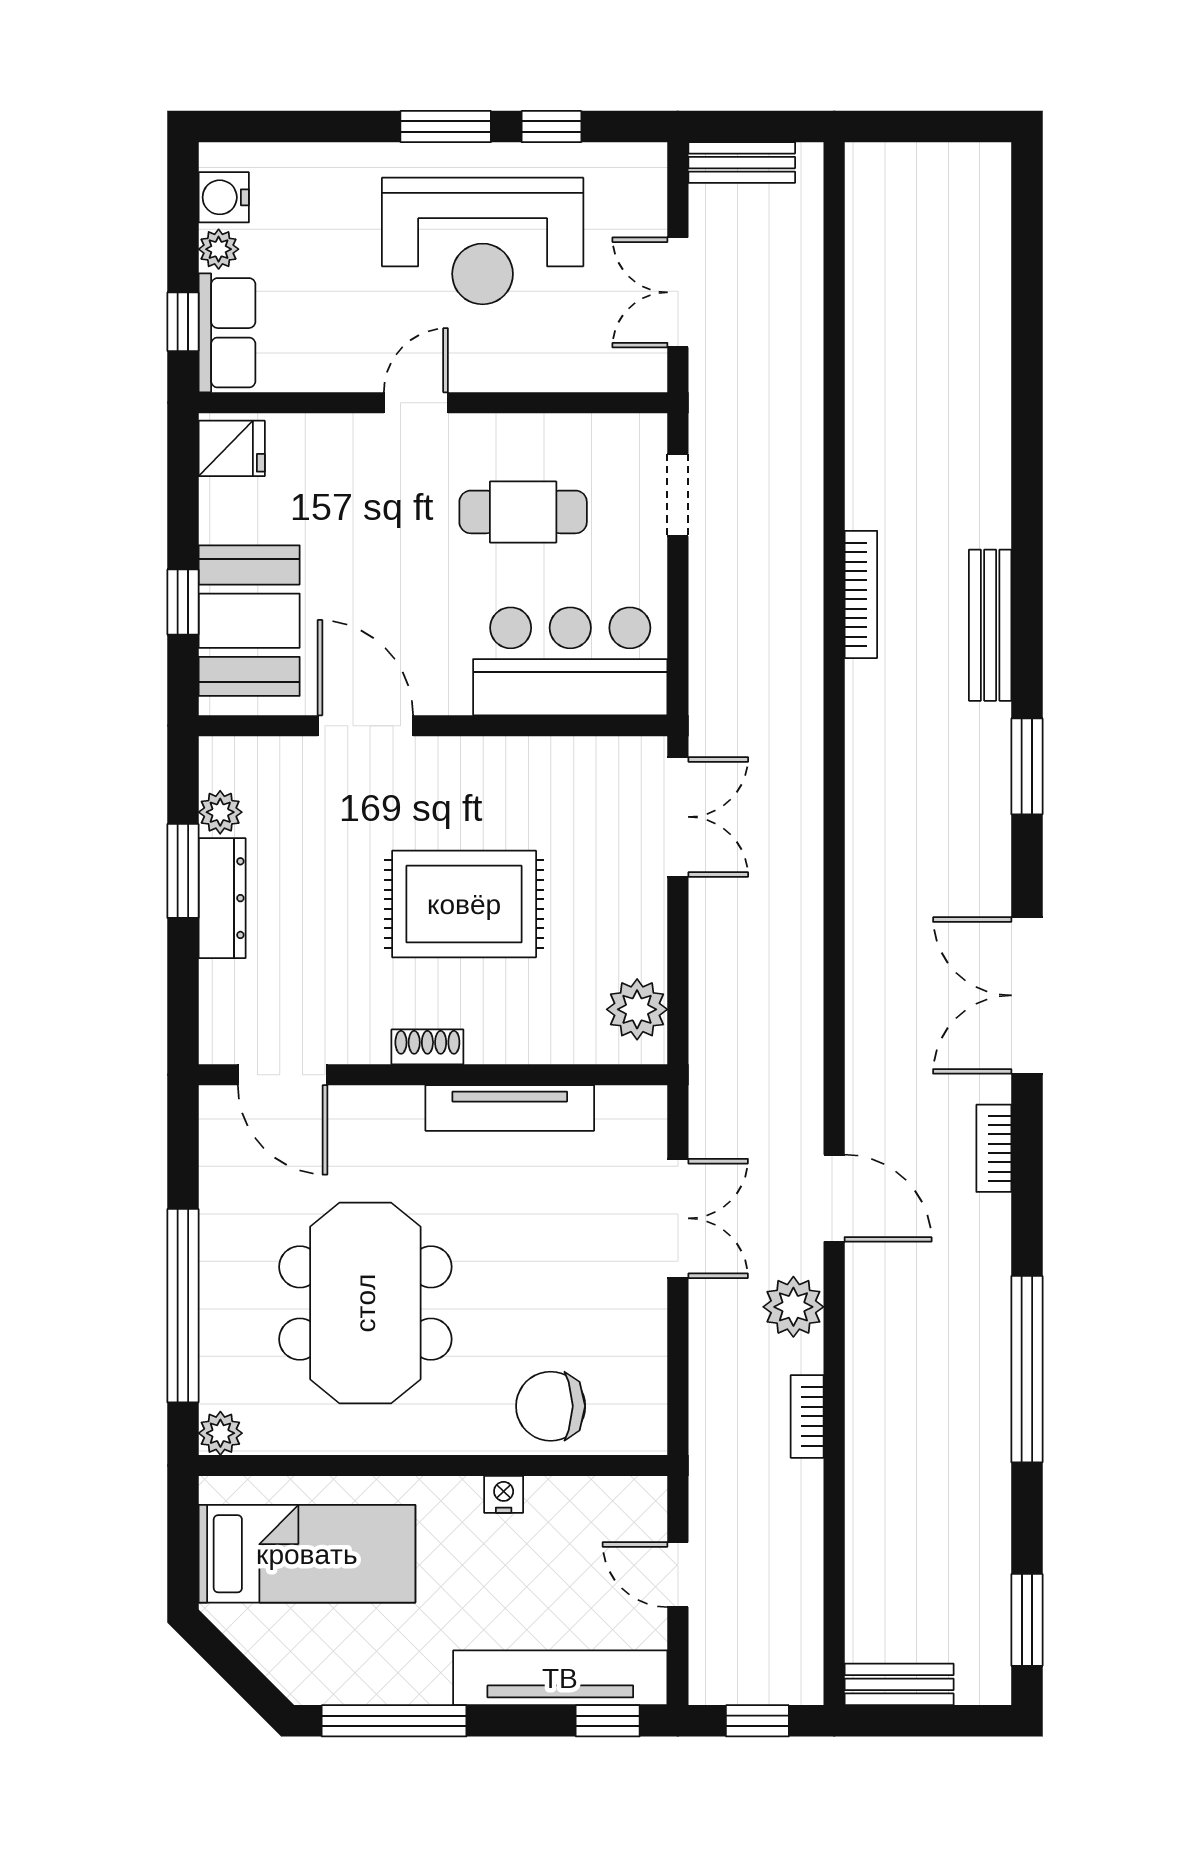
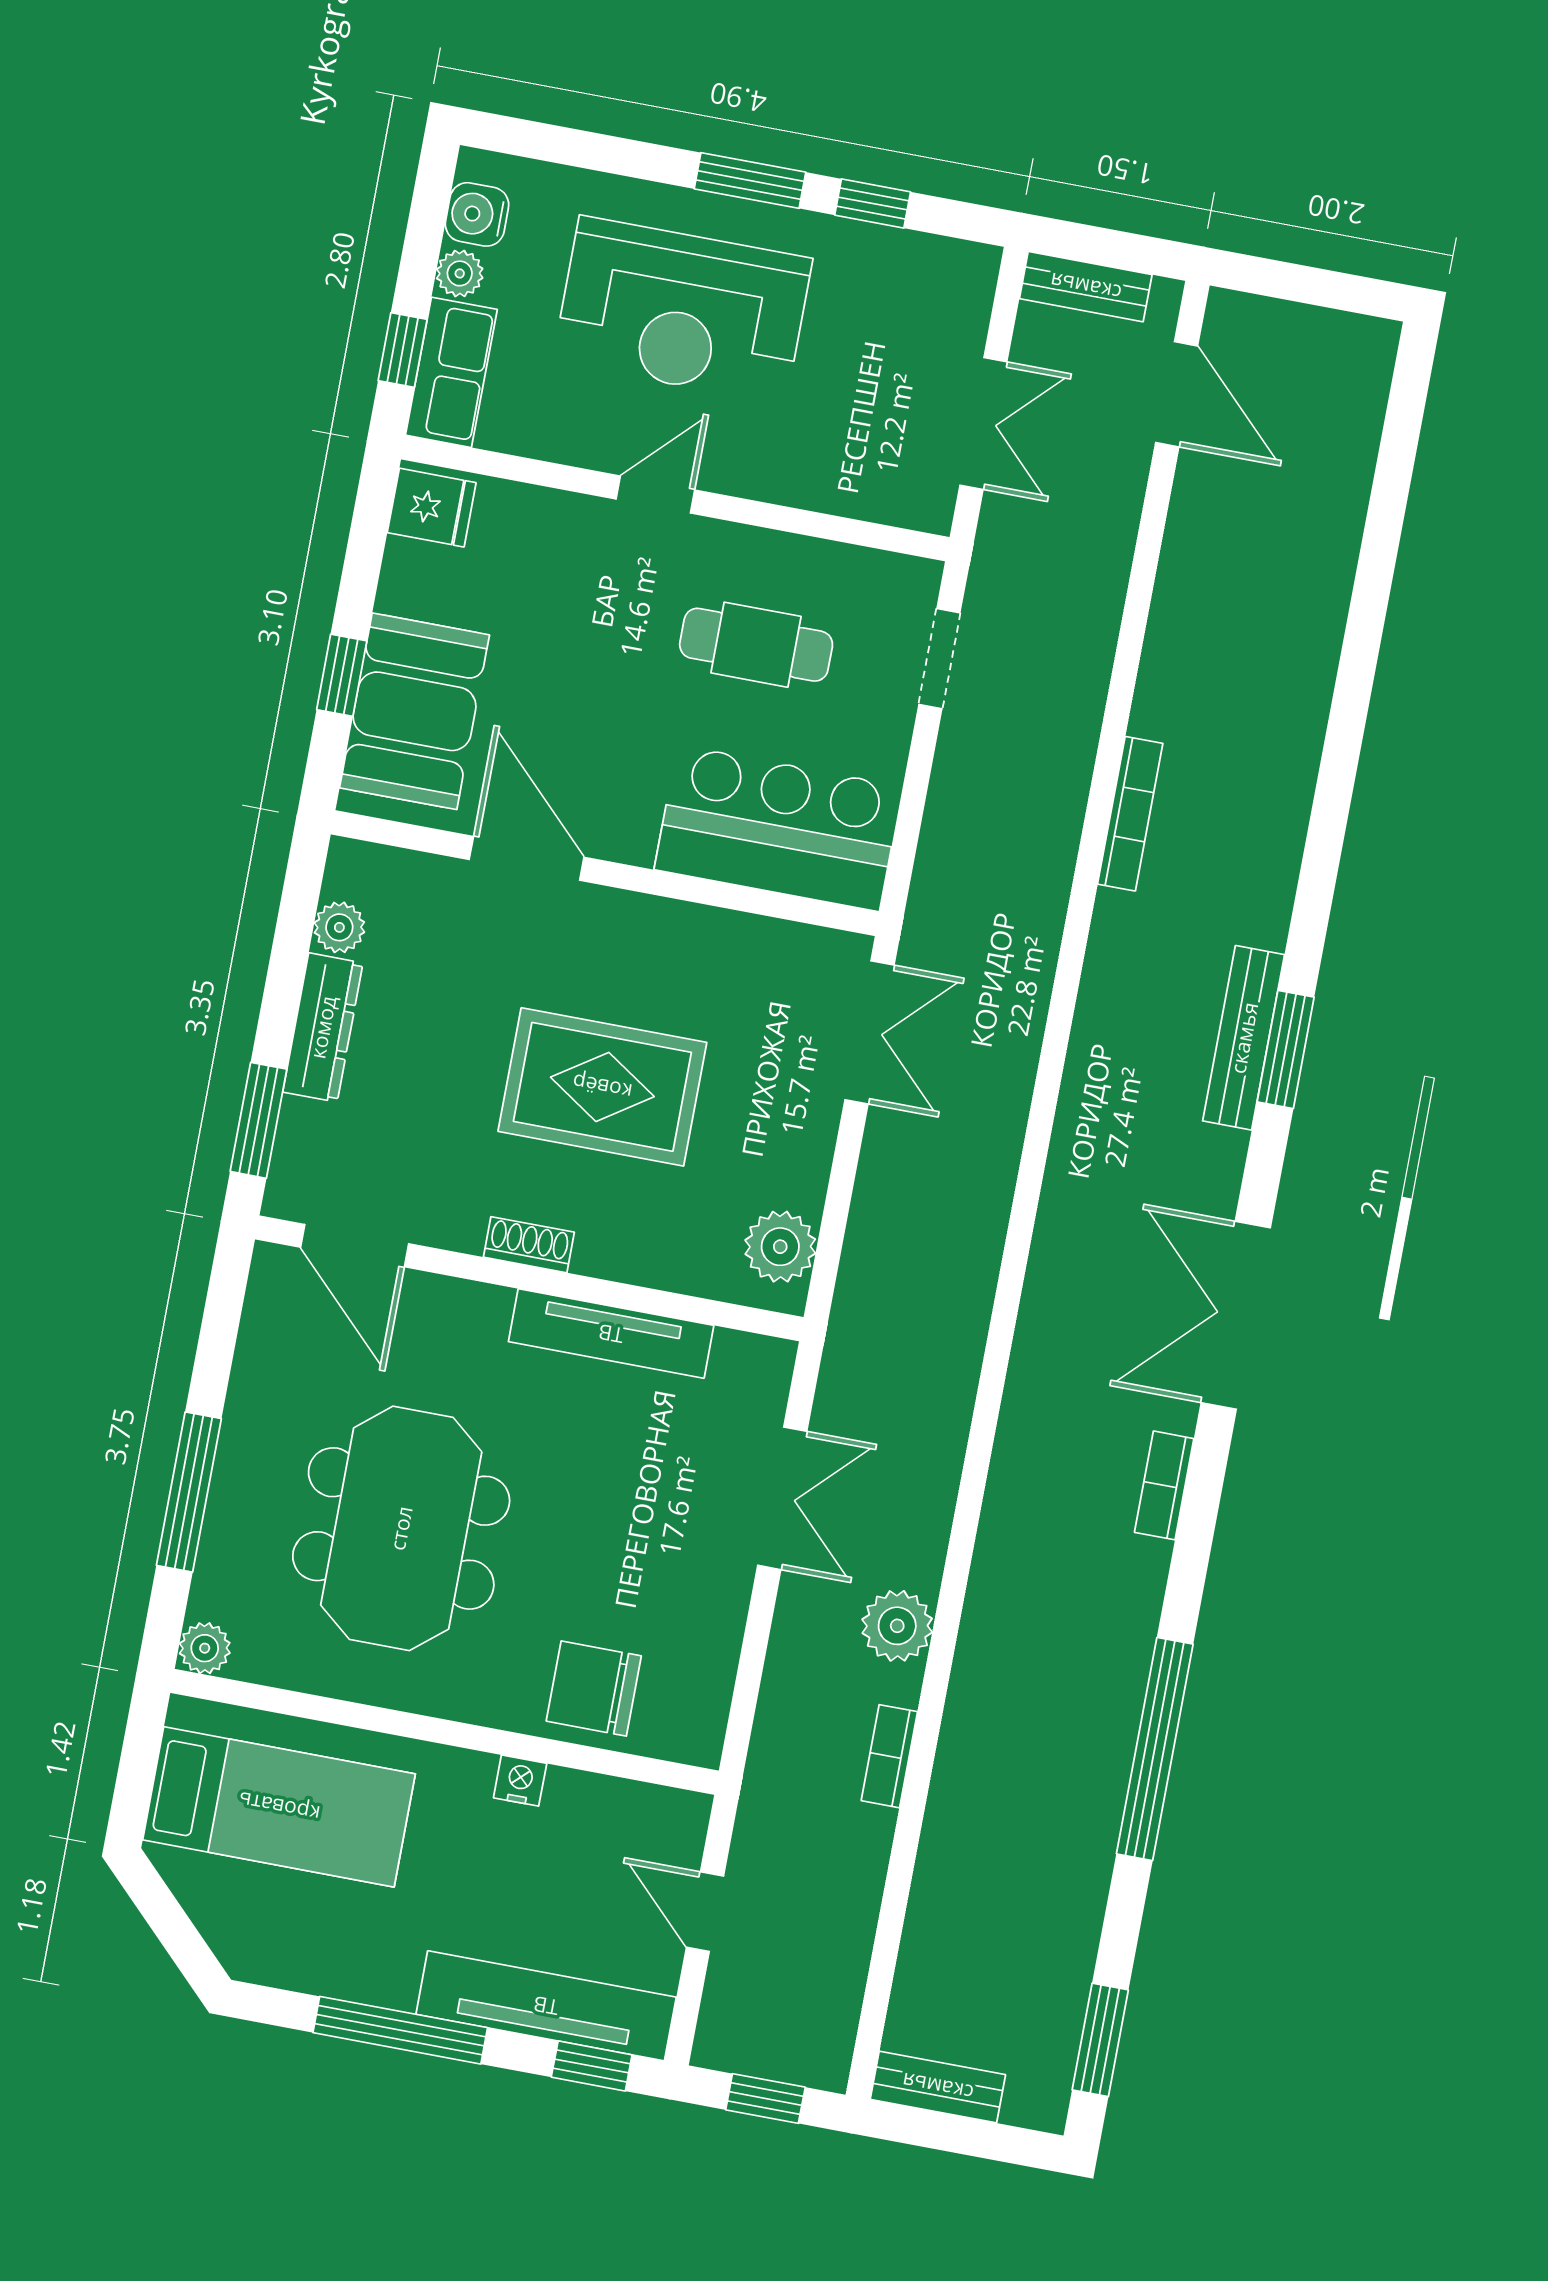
reception desk: (483, 241) -> (683, 310), moved
double door: (678, 292) -> (983, 423), swing flipped
bench: (990, 625) -> (1244, 1038), moved
window: (183, 871) -> (258, 1120), moved
door: (834, 1198) -> (1177, 394), moved
window: (183, 1306) -> (189, 1492), width x0.68
window: (394, 1721) -> (400, 2030), moved

